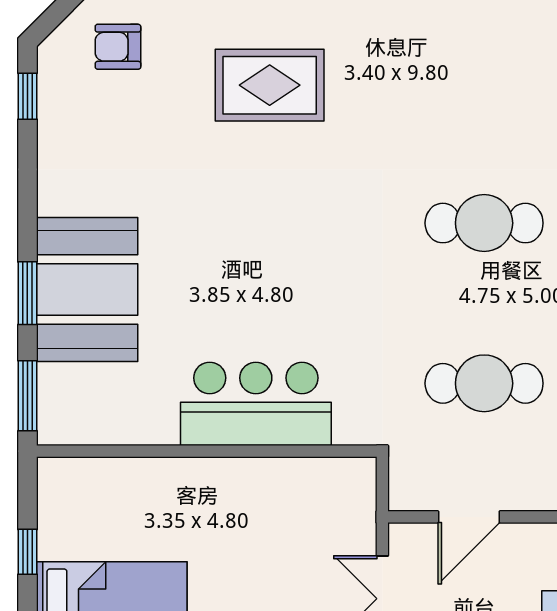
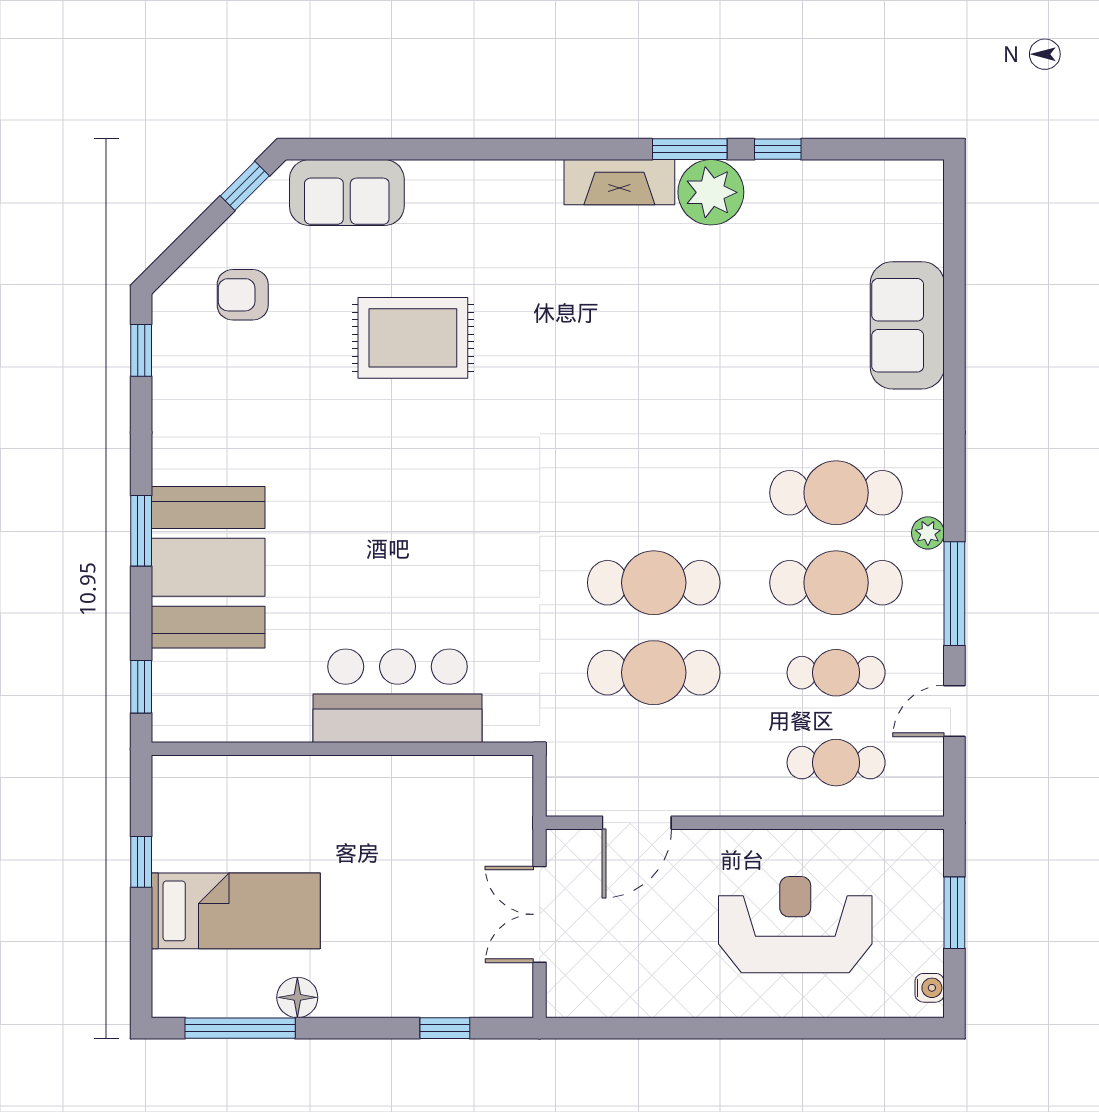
cafe table: (484, 223) -> (654, 583), moved
window: (27, 293) -> (141, 531), moved
window: (27, 396) -> (141, 687), width x0.67

